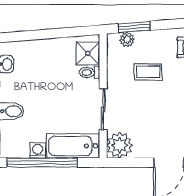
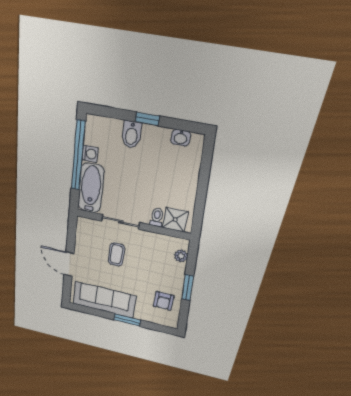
window: (134, 27) -> (188, 288), moved
coffee table: (148, 72) -> (116, 254), moved
plant: (120, 145) -> (87, 229), removed

